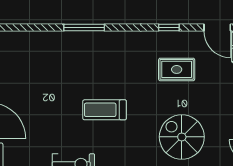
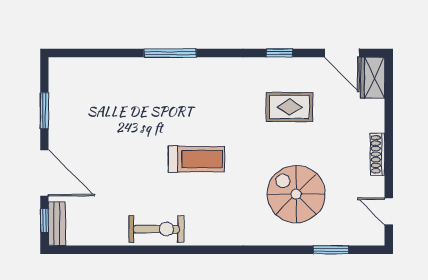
treadmill: (105, 110) -> (196, 159), turned 180

